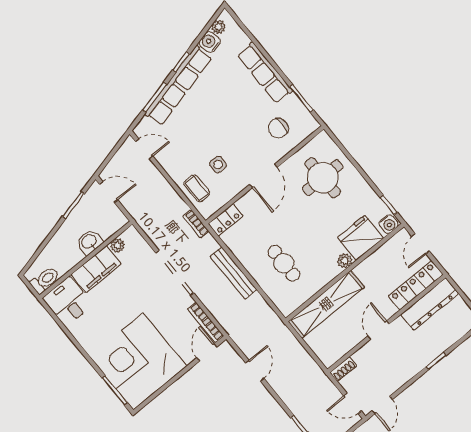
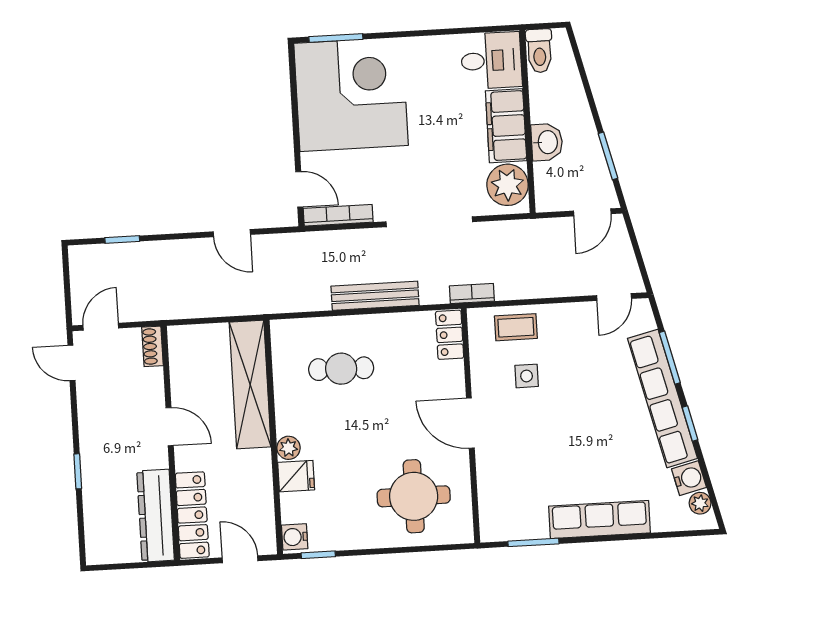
chair: (278, 128) -> (517, 486), removed
fridge: (360, 238) -> (296, 476), width x0.53, depth x0.75
plant: (118, 245) -> (507, 185), width x1.87, depth x1.87

